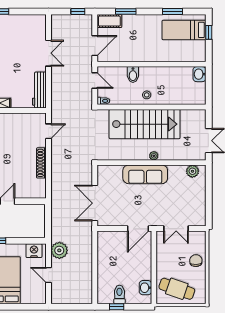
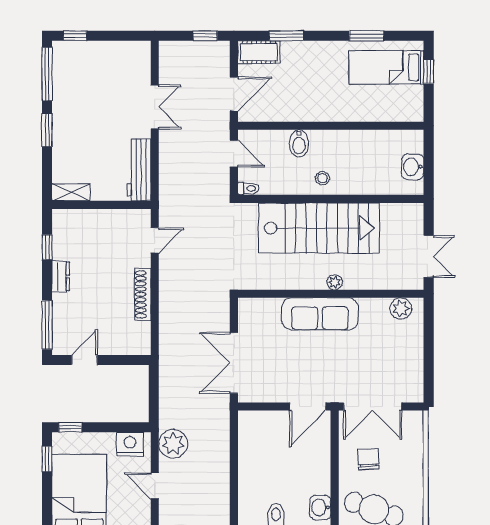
washbasin: (199, 74) -> (413, 167), moved
double door: (176, 229) -> (373, 406), width x1.37
chair: (196, 261) -> (368, 459), moved

